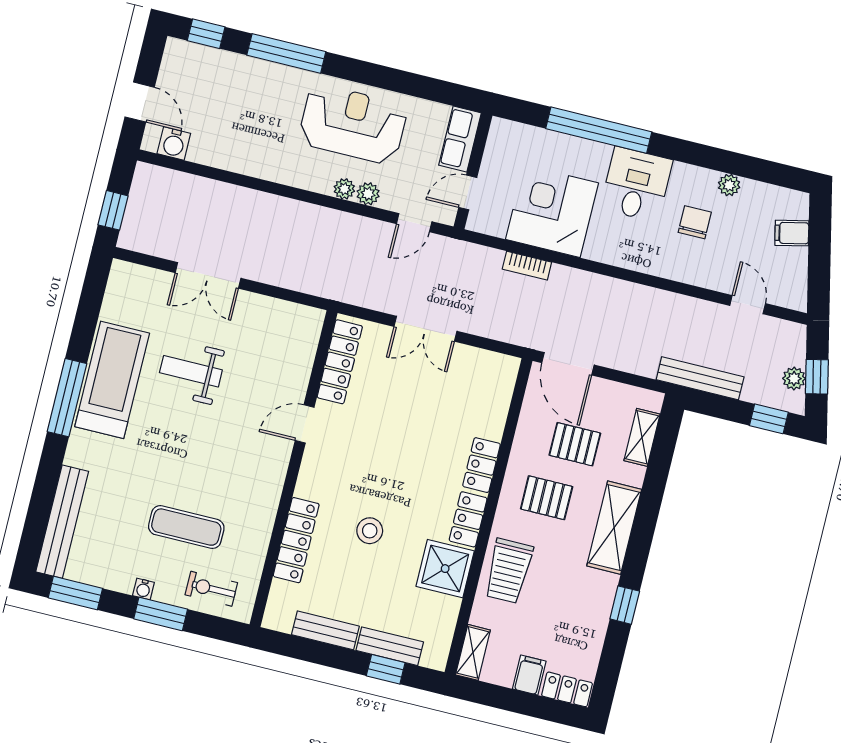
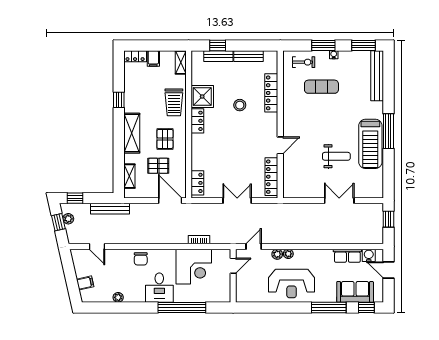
sofa: (222, 73) -> (355, 292), added
row of seats: (460, 139) -> (347, 256), moved, turned 90
chair: (695, 222) -> (141, 259), moved
locker: (482, 465) -> (197, 183), moved
pallet: (547, 498) -> (165, 139), turned 90
trolley: (509, 571) -> (174, 102), turned 180

